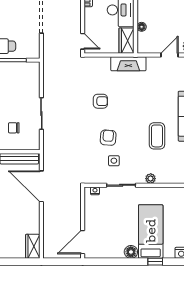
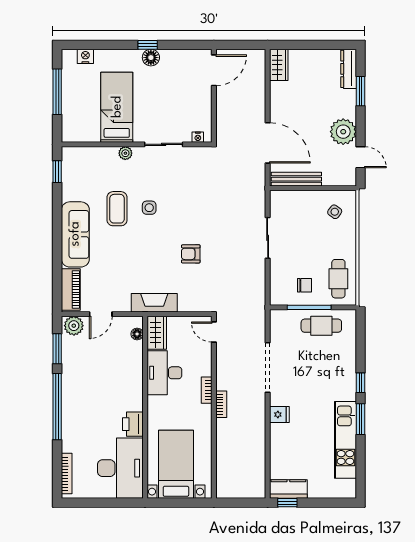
floor lamp: (142, 27) -> (137, 334), moved
chair: (14, 128) -> (305, 285), moved
armchair: (108, 138) -> (181, 206), removed
side table: (114, 161) -> (149, 208), moved
bed: (151, 231) -> (117, 107), moved, turned 180
window: (155, 262) -> (148, 45), moved

